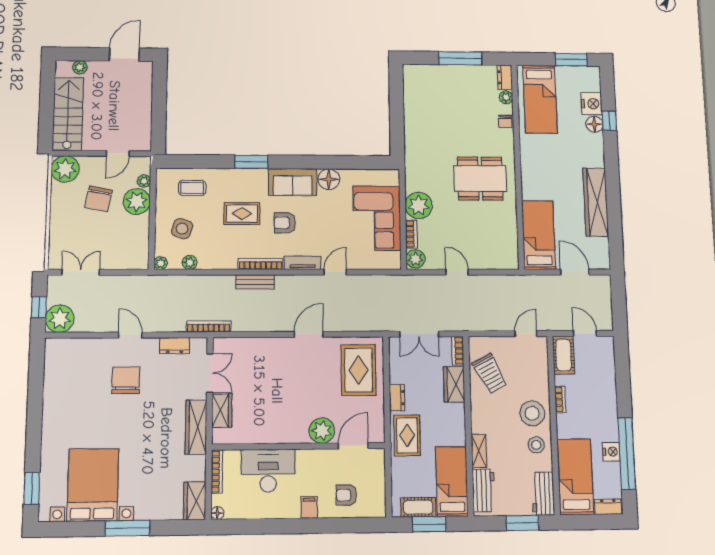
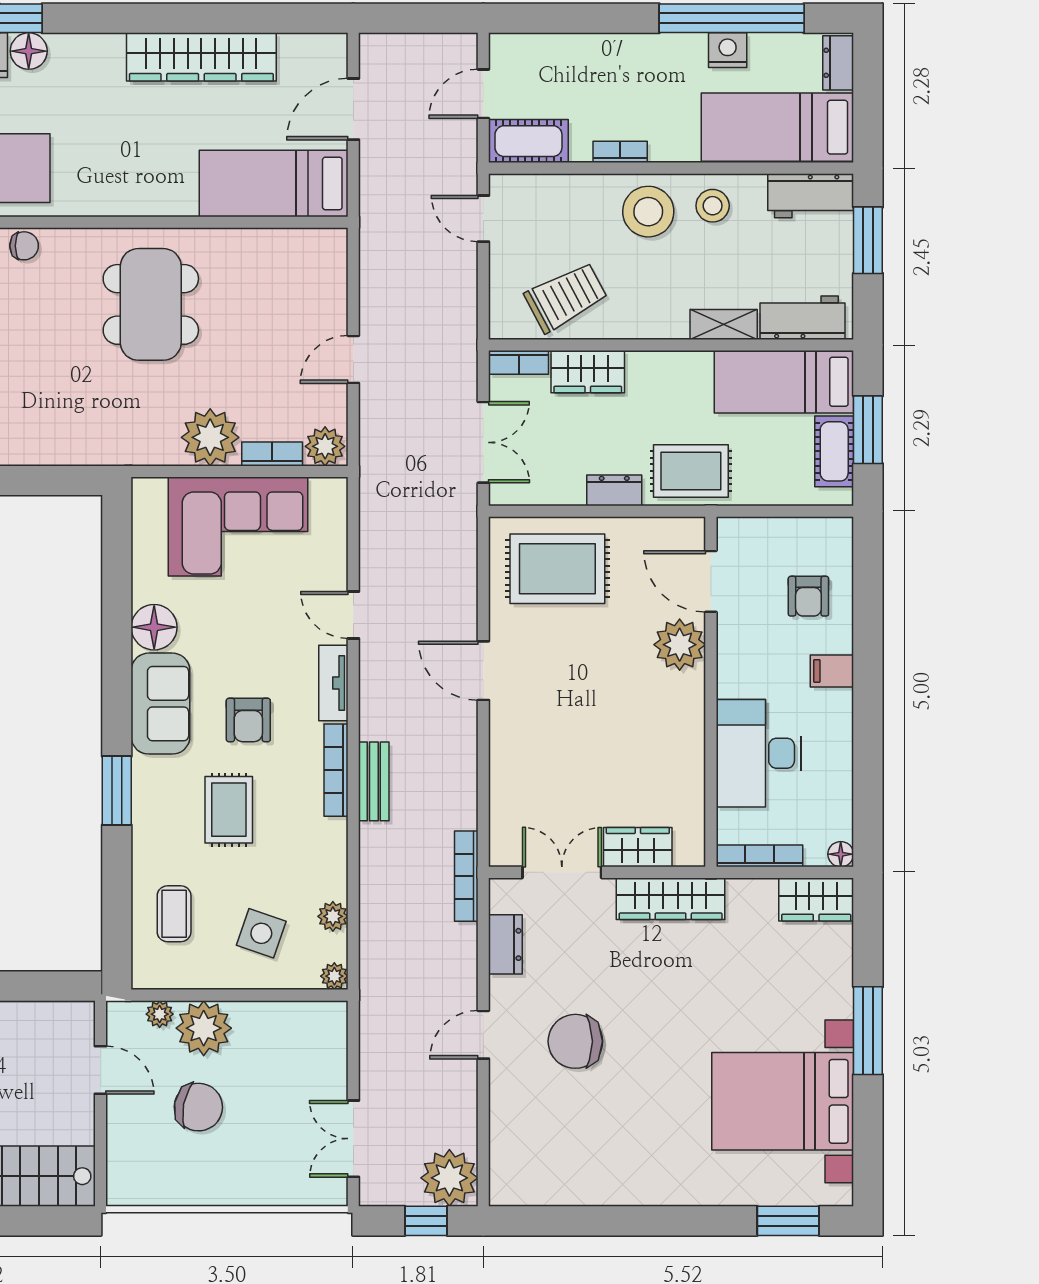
plant: (65, 169) -> (135, 1178), removed

